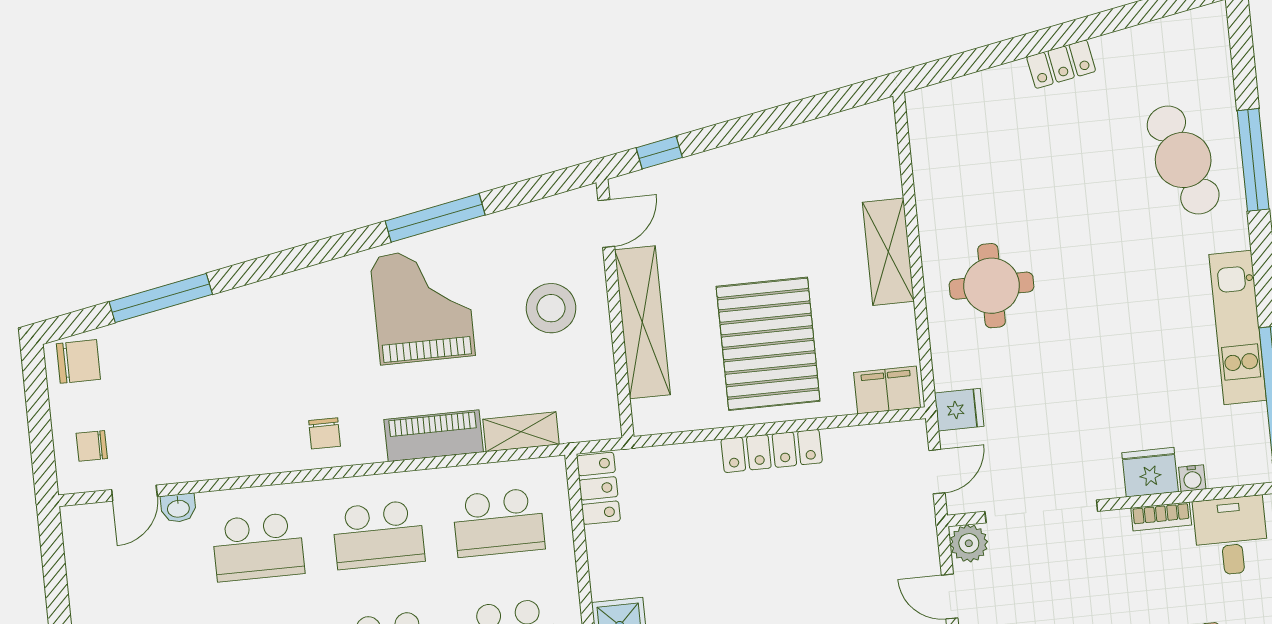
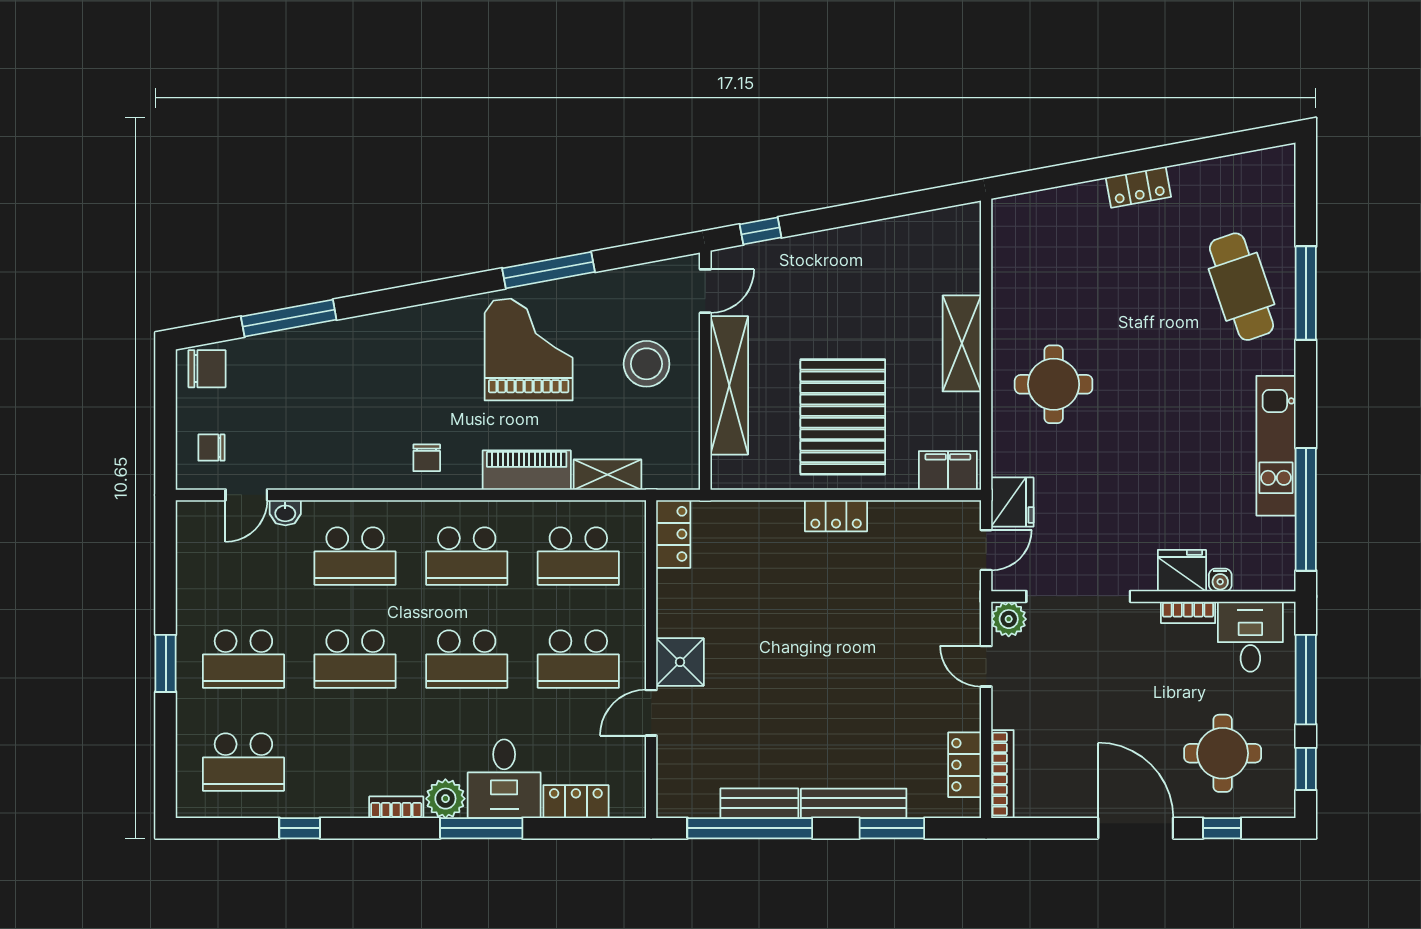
fridge: (959, 410) -> (1012, 502), width x1.38
locker: (772, 451) -> (836, 516), width x0.66

